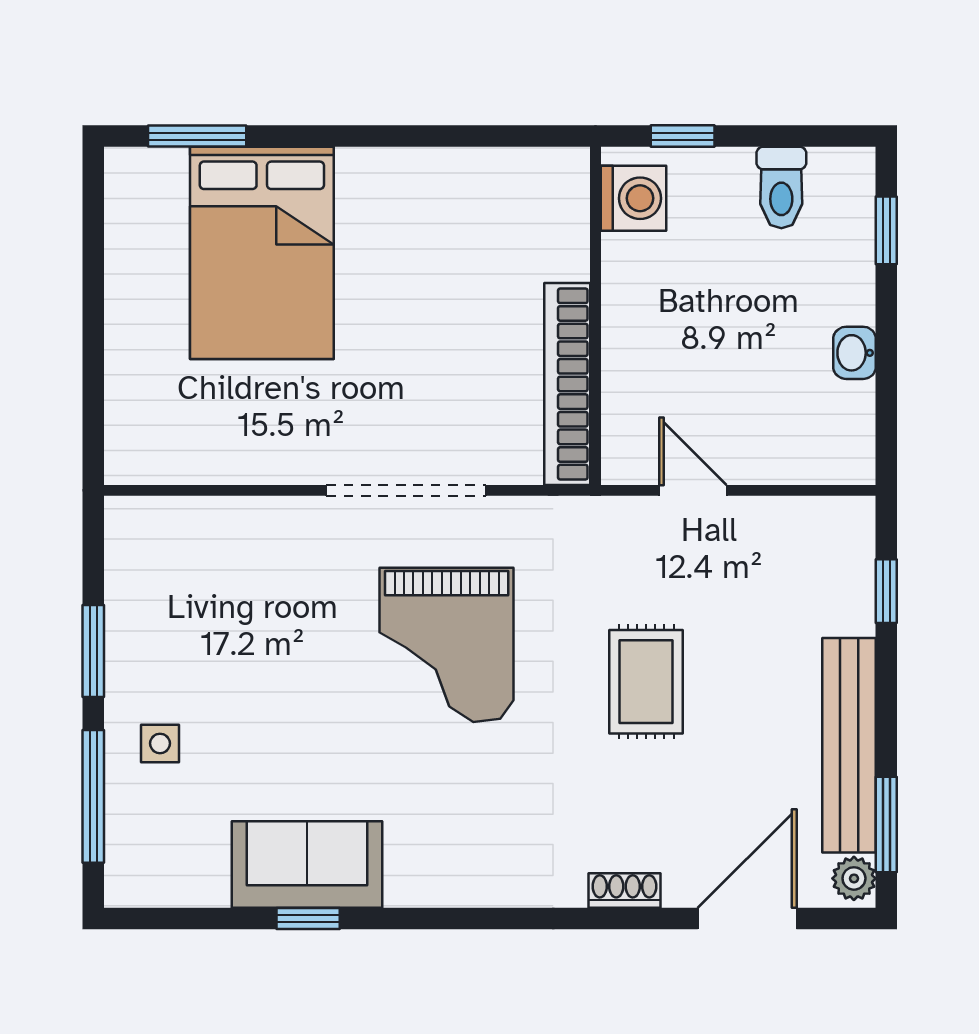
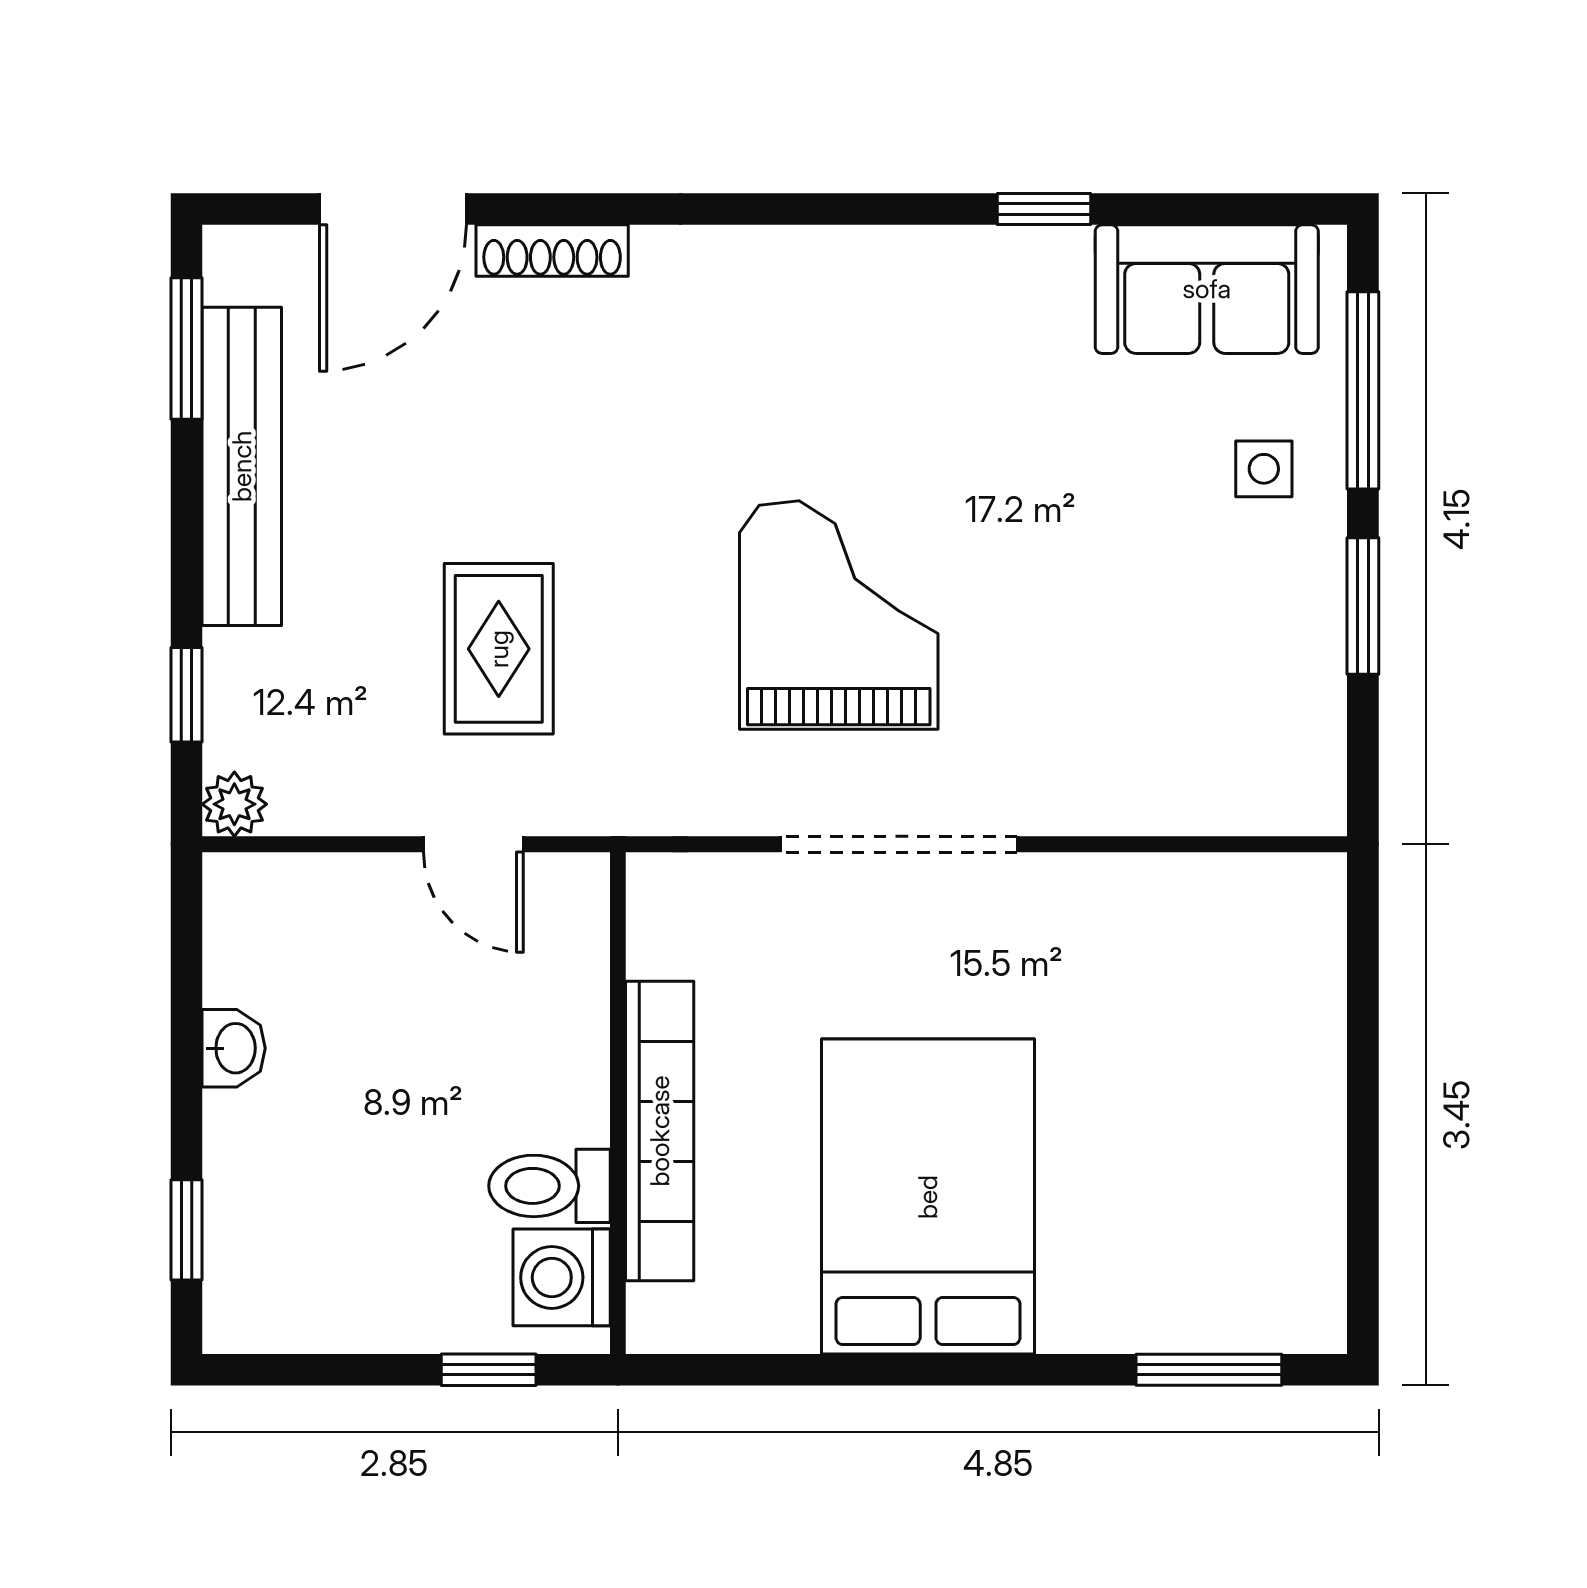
toilet: (781, 187) -> (549, 1186), moved, turned -90
bed: (262, 253) -> (928, 1197), moved
bookcase: (567, 384) -> (660, 1131), moved
rug: (646, 682) -> (499, 649), moved
sofa: (307, 865) -> (1207, 289), moved
plant: (854, 878) -> (234, 804), moved
shoe rack: (624, 891) -> (552, 251), width x1.43

